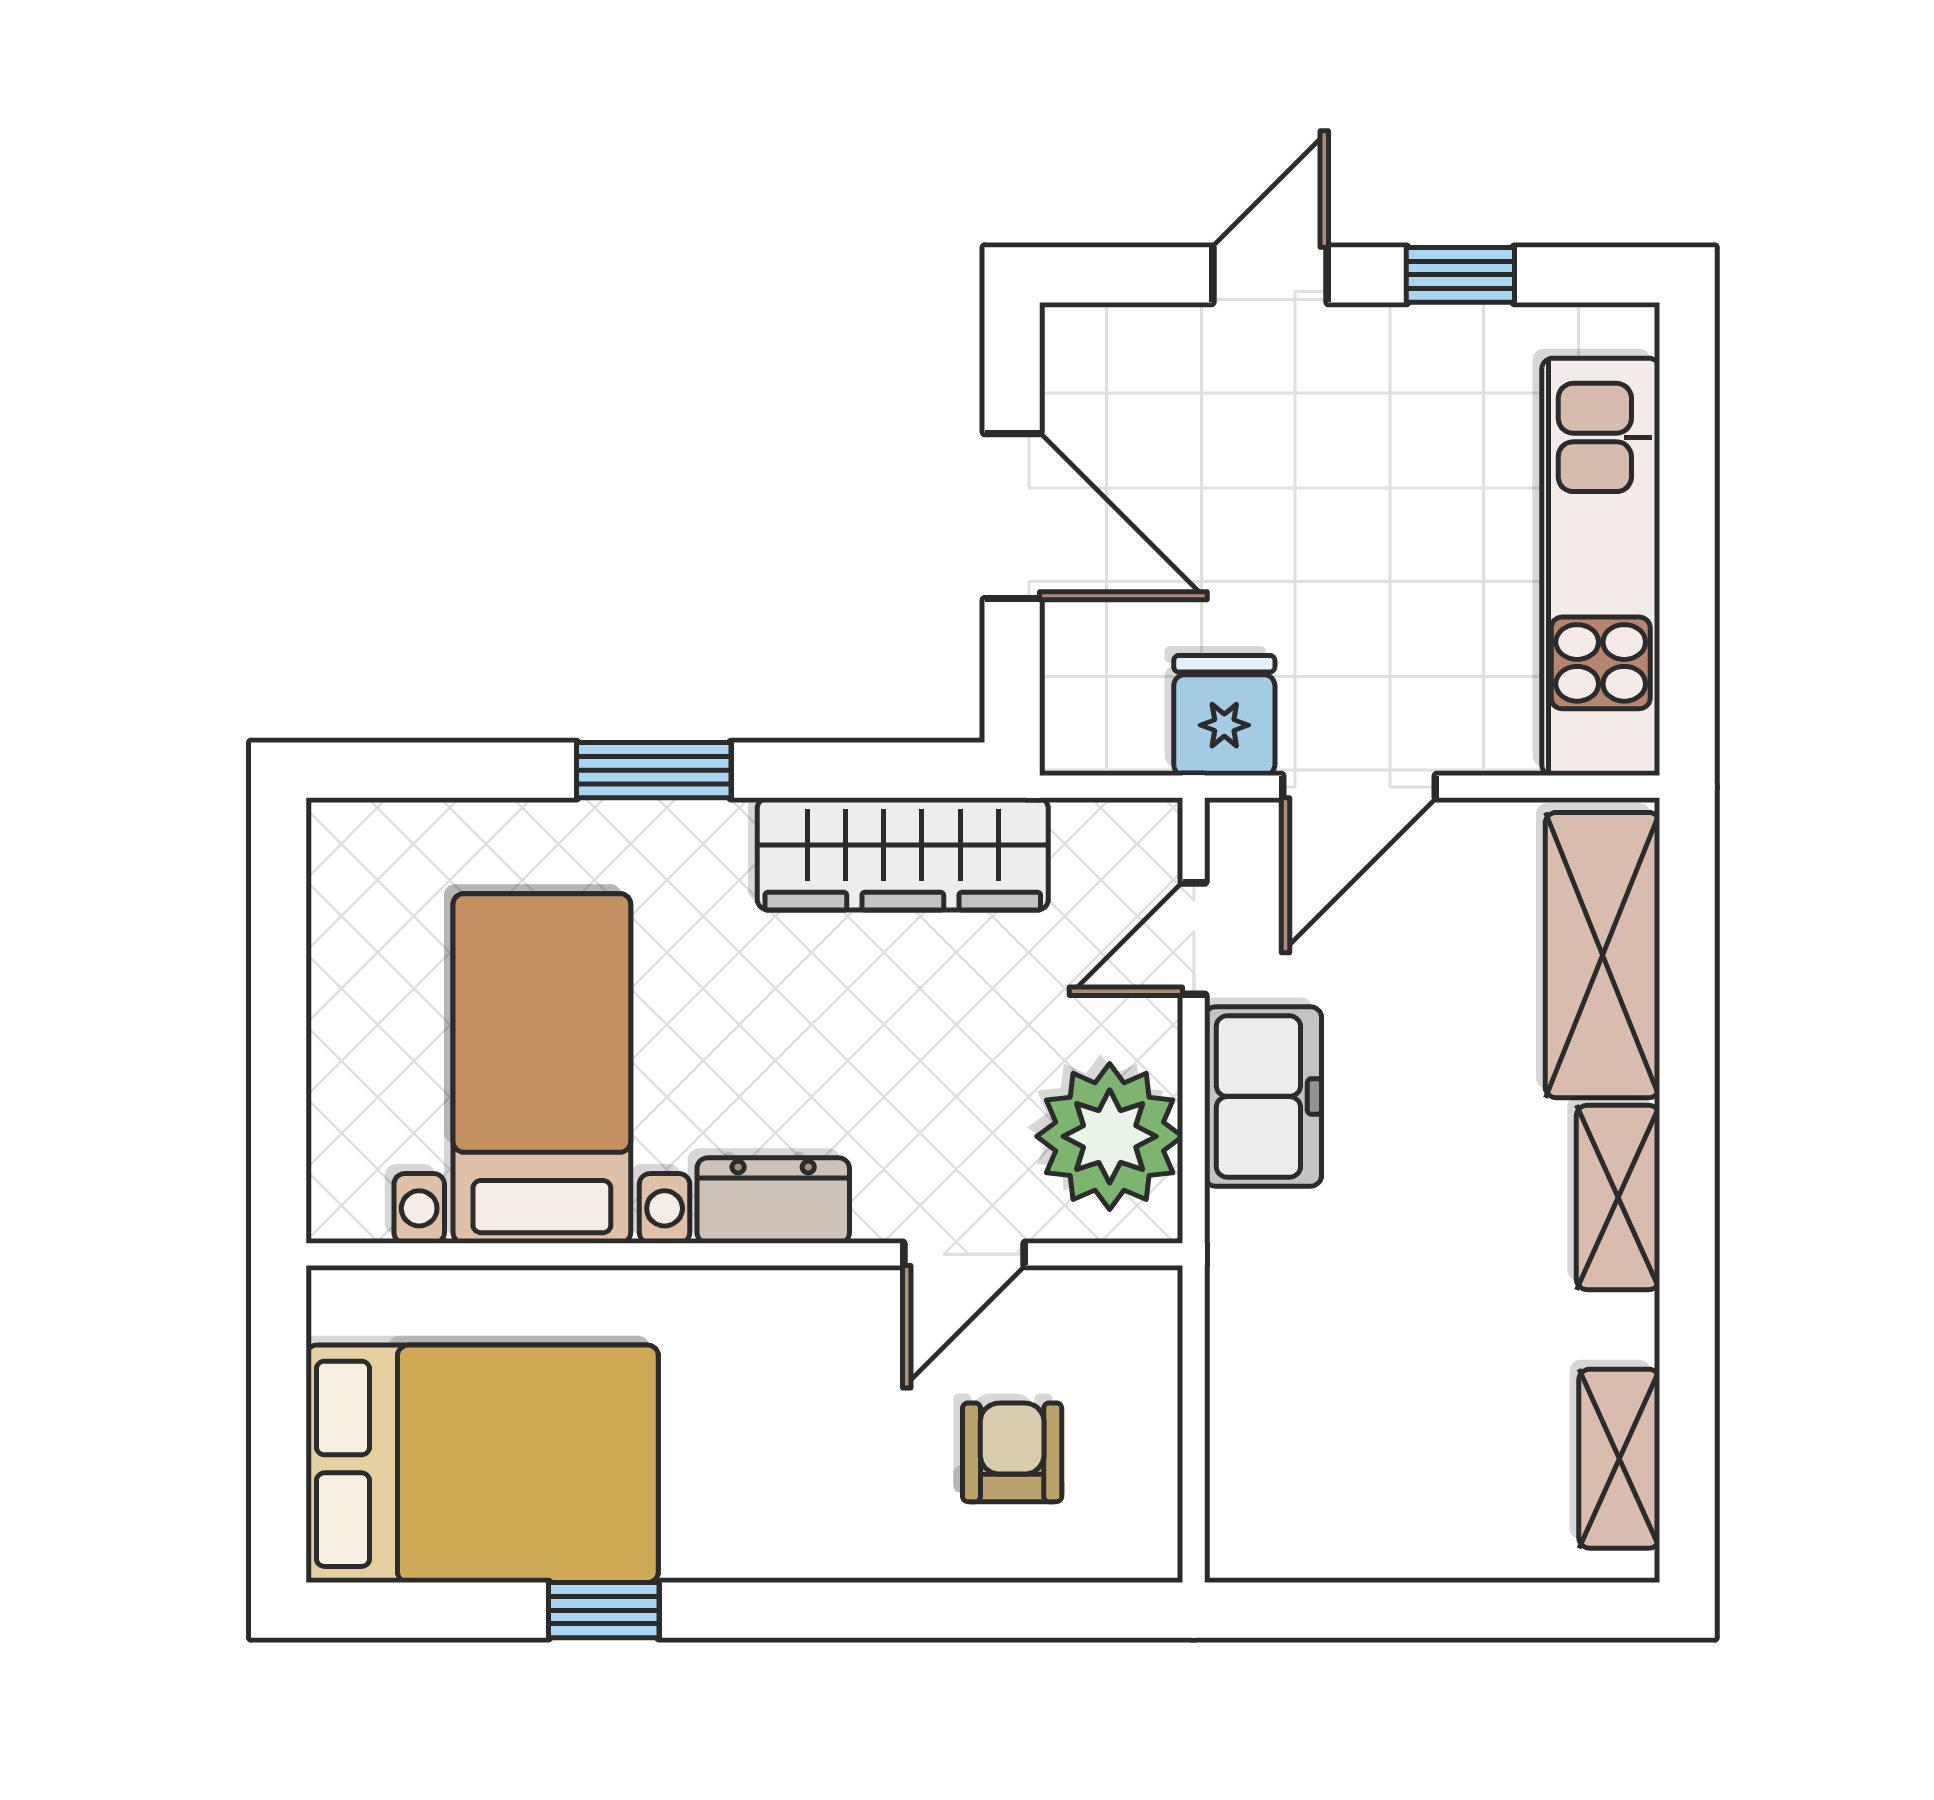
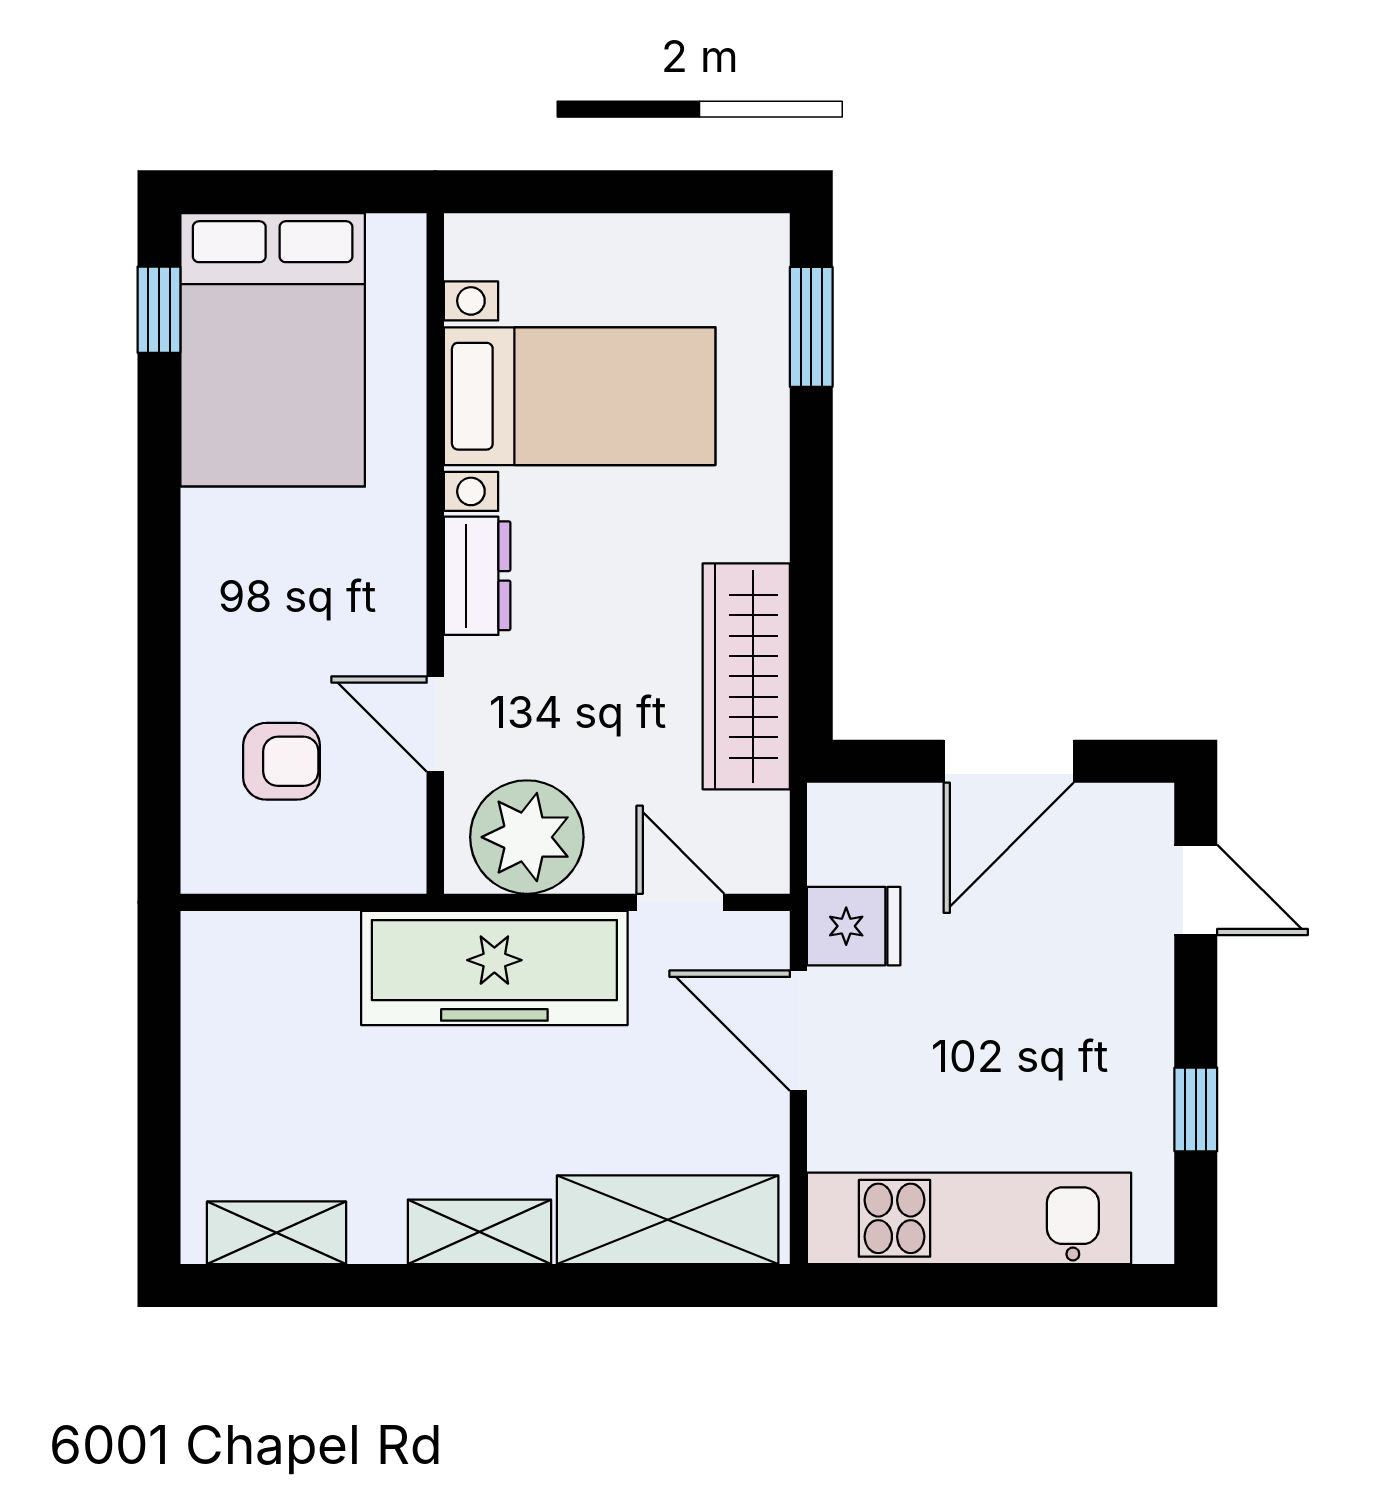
door: (1270, 275) -> (1196, 890), moved
window: (654, 770) -> (811, 327), moved
freezer: (1263, 1096) -> (494, 968), width x1.91, depth x1.26
window: (604, 1610) -> (159, 310), moved

